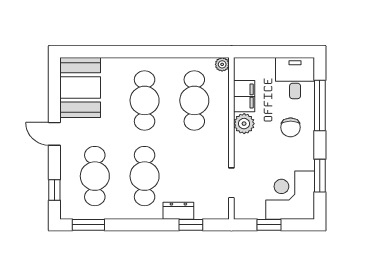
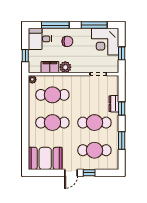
window: (265, 52) -> (25, 56), added
window: (320, 176) -> (94, 25), width x1.44
window: (54, 190) -> (89, 173), moved
window: (88, 225) -> (122, 140), moved
window: (191, 225) -> (122, 108), moved

